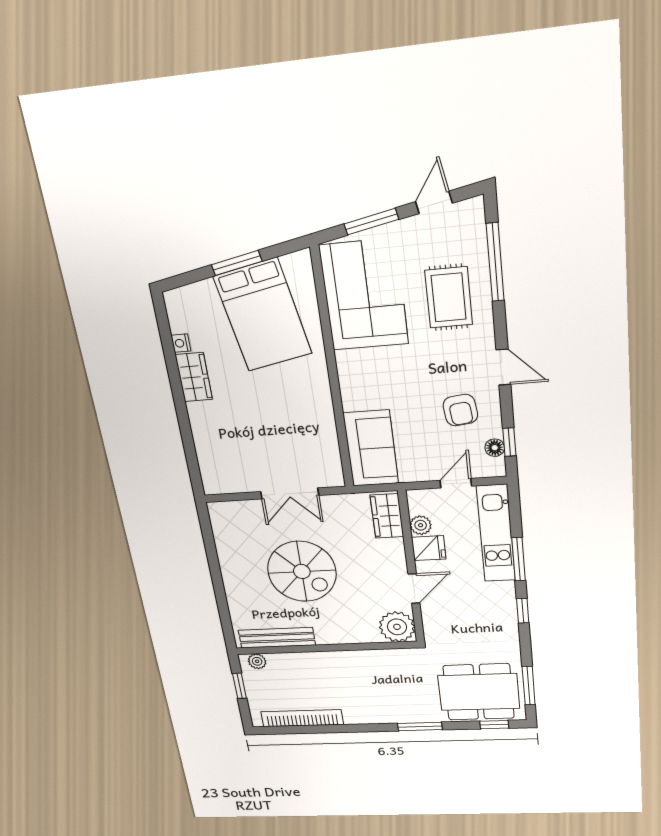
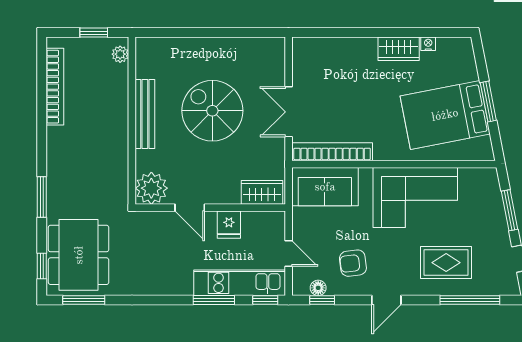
corner sofa: (364, 295) -> (415, 197), moved
bookcase: (328, 443) -> (332, 152), added
plant: (421, 525) -> (251, 220), removed
spiral stairs: (302, 571) -> (212, 111), turned 90
window: (523, 611) -> (265, 300), moved
bench: (277, 638) -> (145, 114), moved

